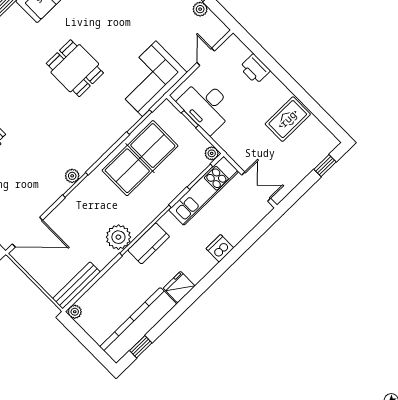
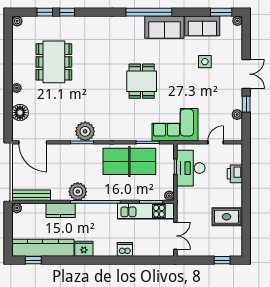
plant: (72, 176) -> (85, 131), width x1.88, depth x1.88
kitchen counter: (149, 243) -> (61, 210), moved

